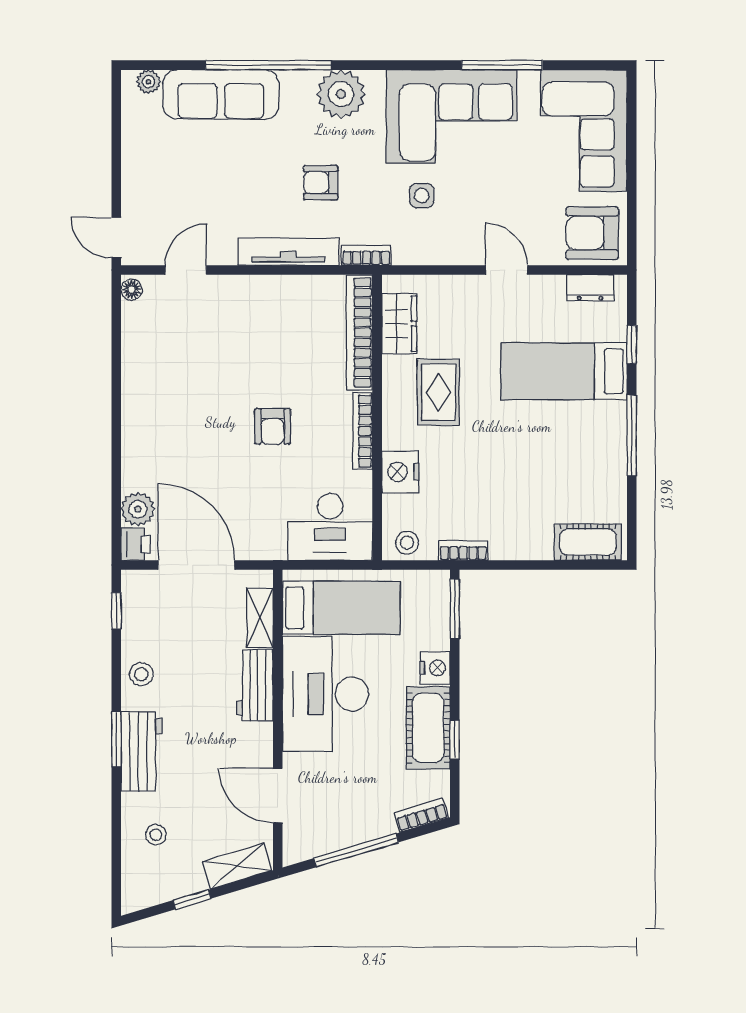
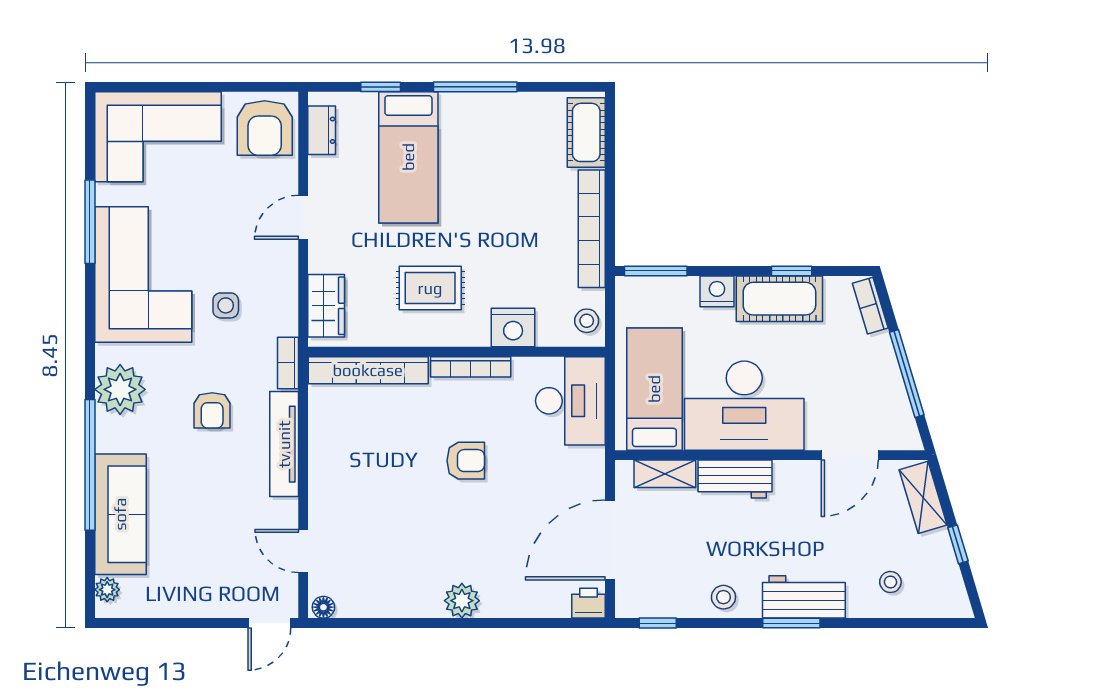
wardrobe: (399, 324) -> (326, 306), moved, turned 90
plant: (138, 509) -> (462, 601), moved
bookcase: (463, 551) -> (592, 229), width x2.31, depth x1.31

